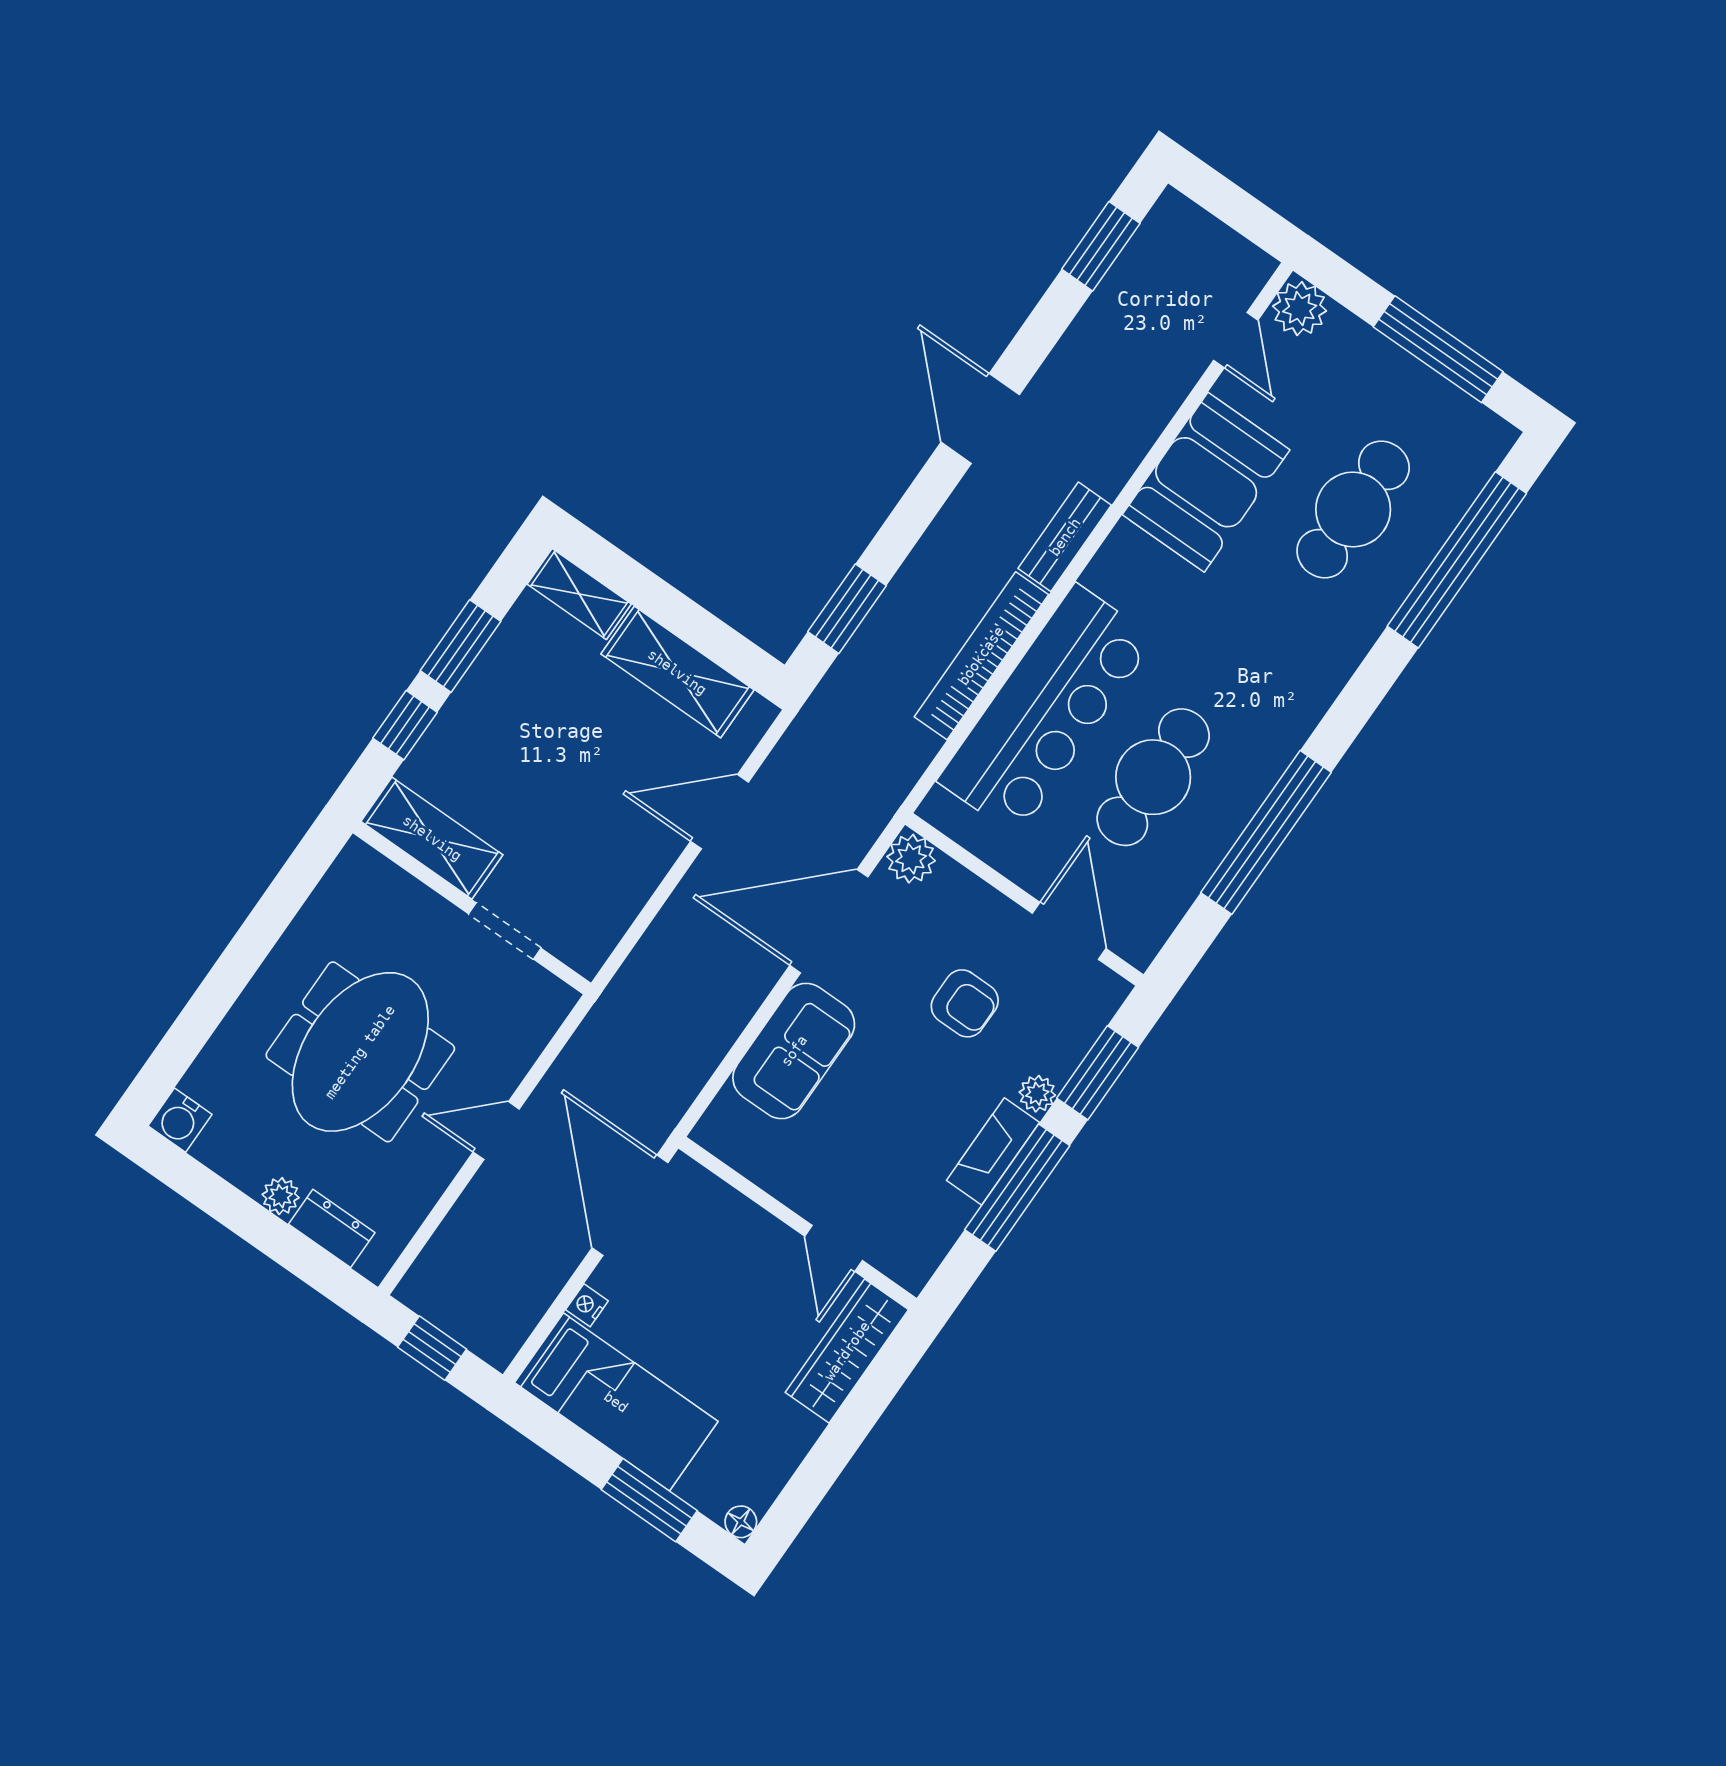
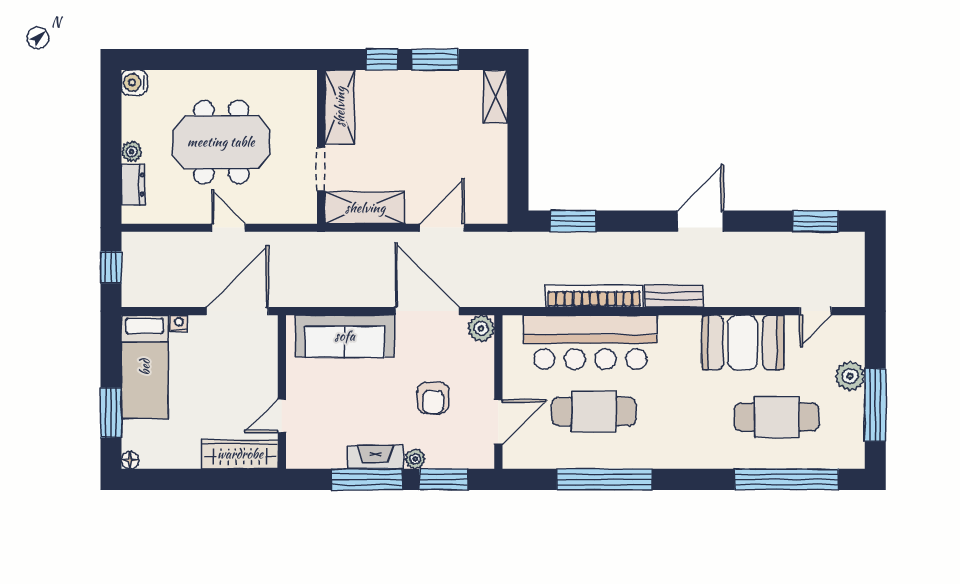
plant: (1300, 309) -> (850, 376), moved
shelving: (677, 672) -> (365, 208), moved, turned 90
door: (719, 812) -> (442, 228), hinge flipped
sofa: (794, 1051) -> (345, 336), width x1.36

